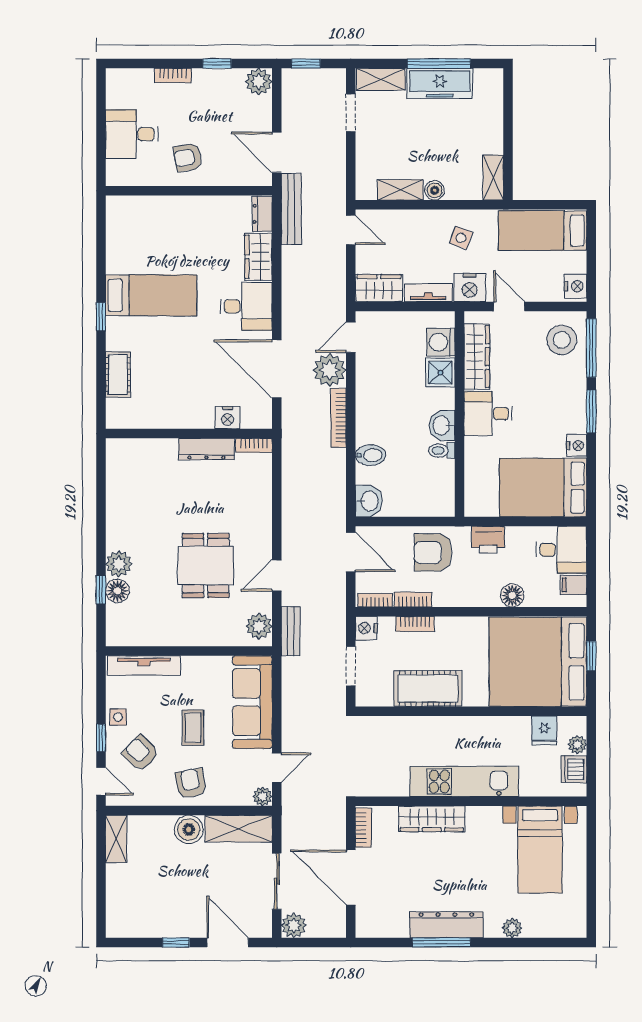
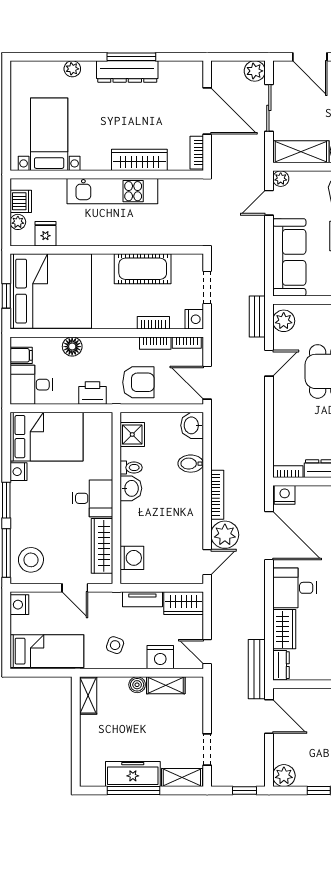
nightstand: (470, 288) -> (160, 657), moved, turned 180
shower: (440, 373) -> (132, 434), moved
nightstand: (228, 418) -> (285, 495), moved

